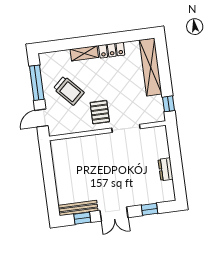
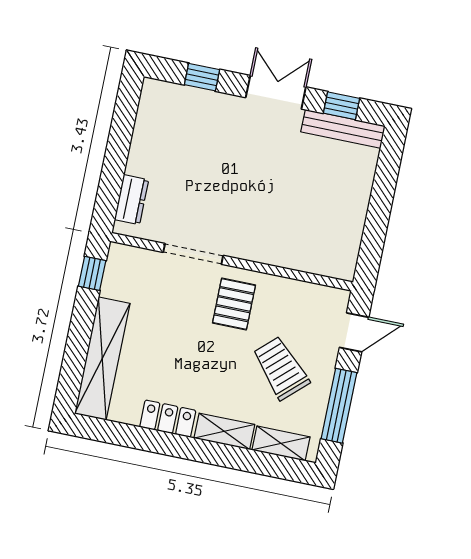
shelving: (57, 57) -> (281, 443), added
dresser: (166, 169) -> (132, 200), moved

